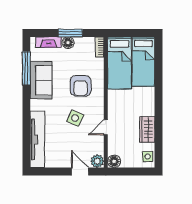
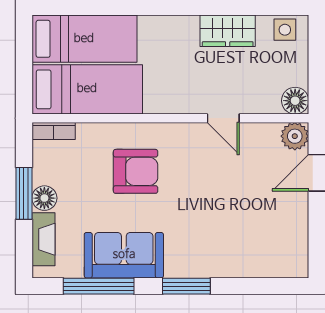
window: (26, 110) -> (186, 286), added
side table: (75, 118) -> (204, 183), removed
tv unit: (37, 139) -> (249, 263), removed

